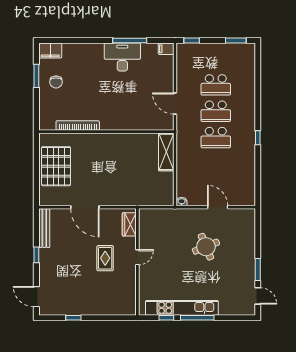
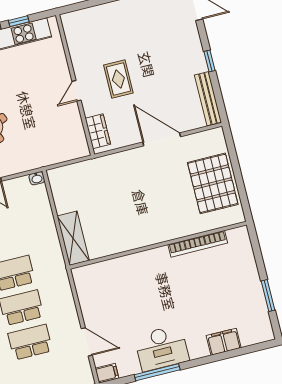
filing cabinet: (50, 51) -> (224, 342), moved
chair: (56, 82) -> (240, 294), removed
door: (175, 104) -> (87, 342), moved

